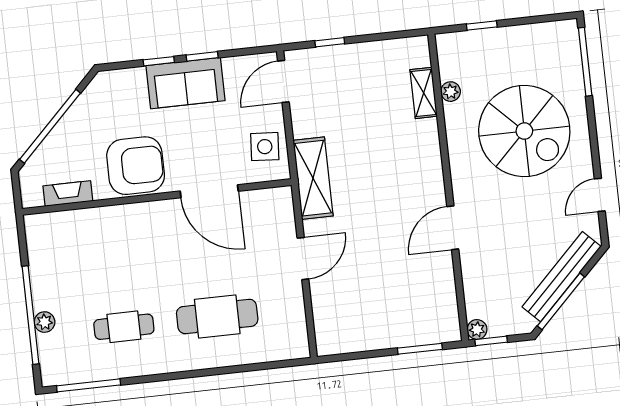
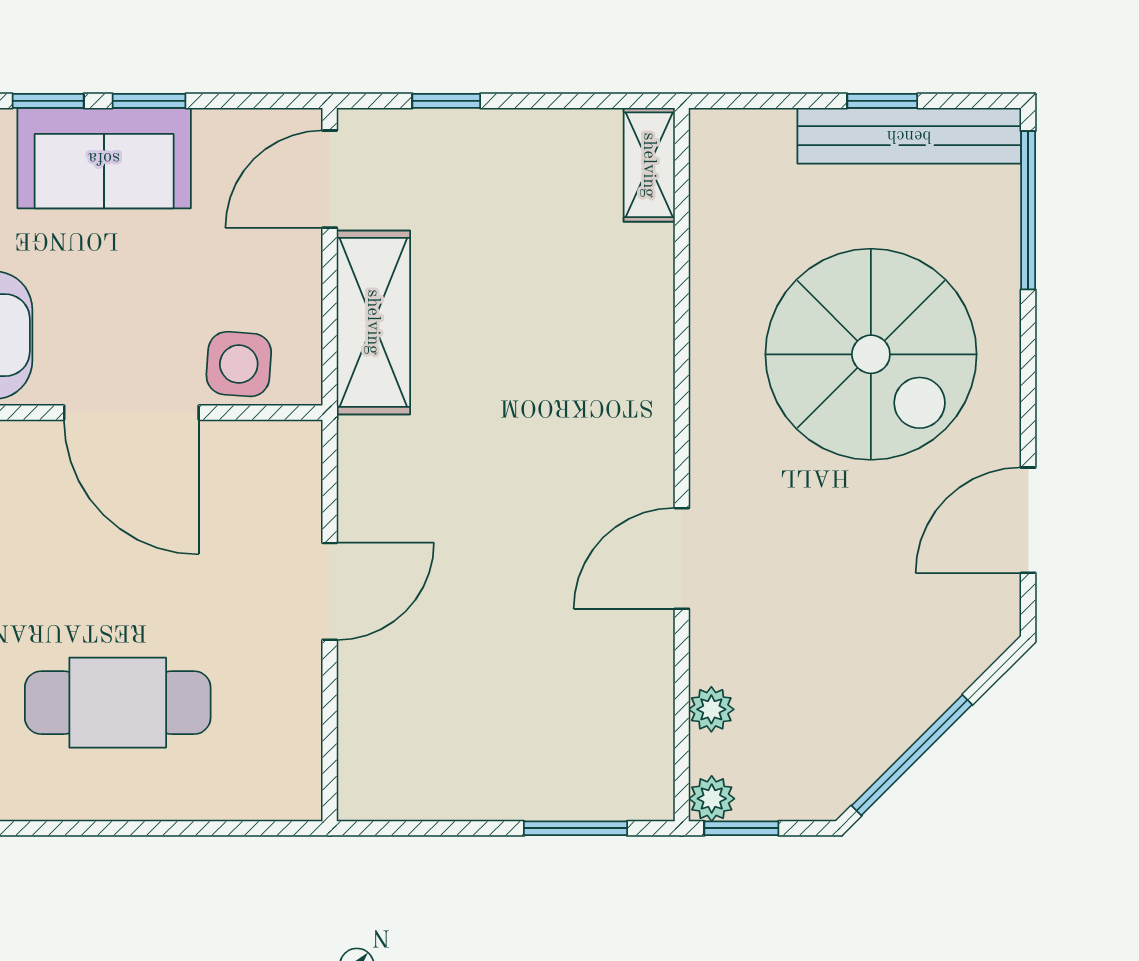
window: (482, 26) -> (882, 101), moved
plant: (451, 92) -> (711, 709), moved
shelving: (424, 93) -> (649, 165), moved
side table: (265, 147) -> (239, 364), moved
shelving: (313, 178) -> (373, 322), moved
door: (600, 195) -> (1028, 520), width x1.38
bench: (562, 277) -> (909, 136), moved, turned 45

